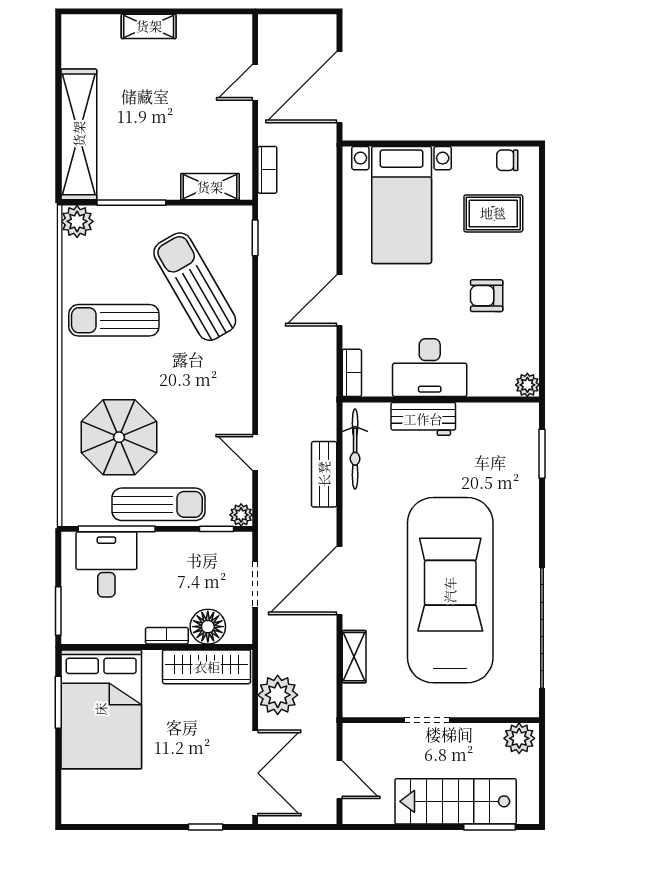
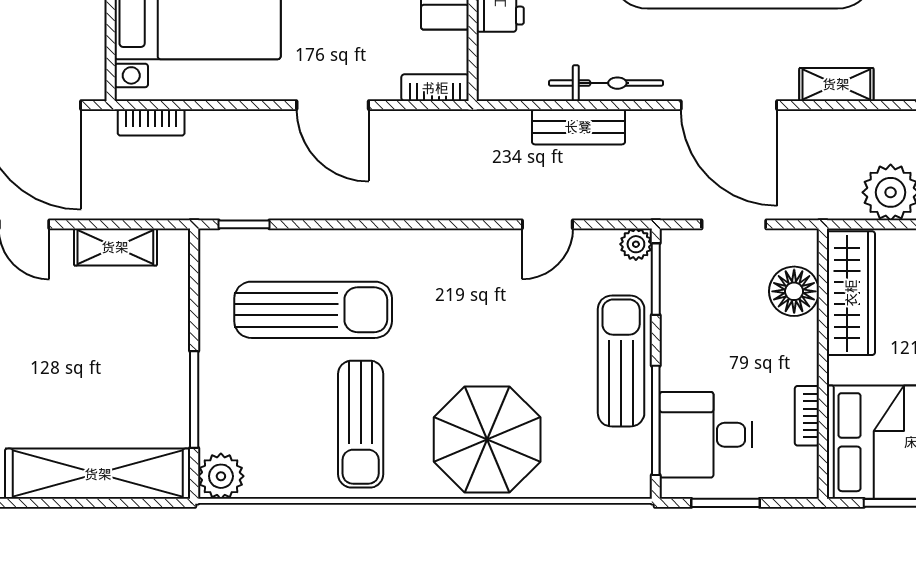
bookcase: (267, 170) -> (151, 122), moved, turned 180
shelving: (210, 187) -> (115, 247), moved, turned 90
sun lounger: (195, 287) -> (313, 310), turned -150
parasol: (119, 437) -> (487, 439), moved
bicycle: (355, 449) -> (606, 83), moved
window: (216, 529) -> (656, 279), width x1.50
window: (58, 611) -> (726, 503), moved
bookcase: (167, 636) -> (807, 416), moved

